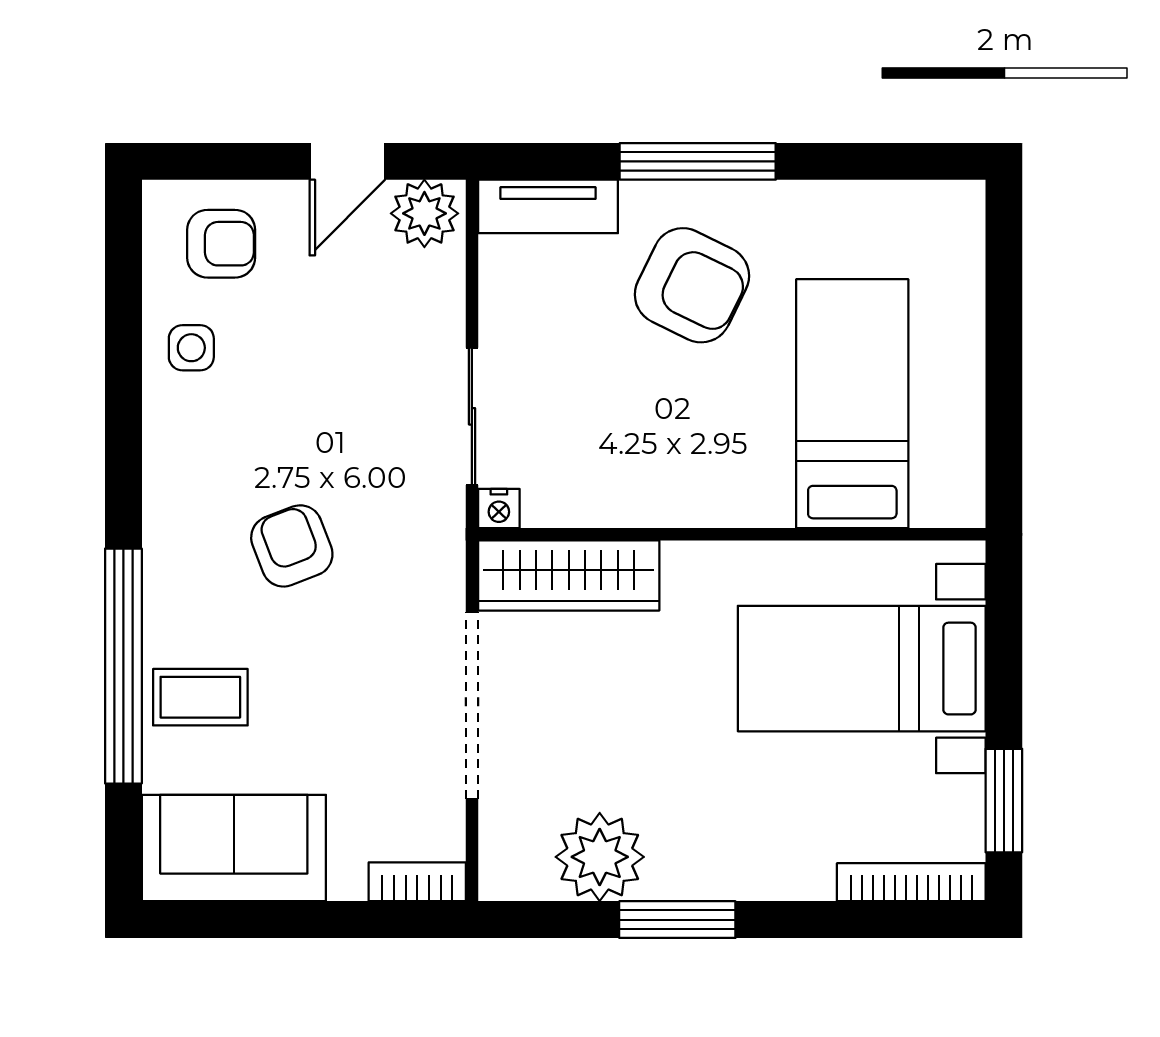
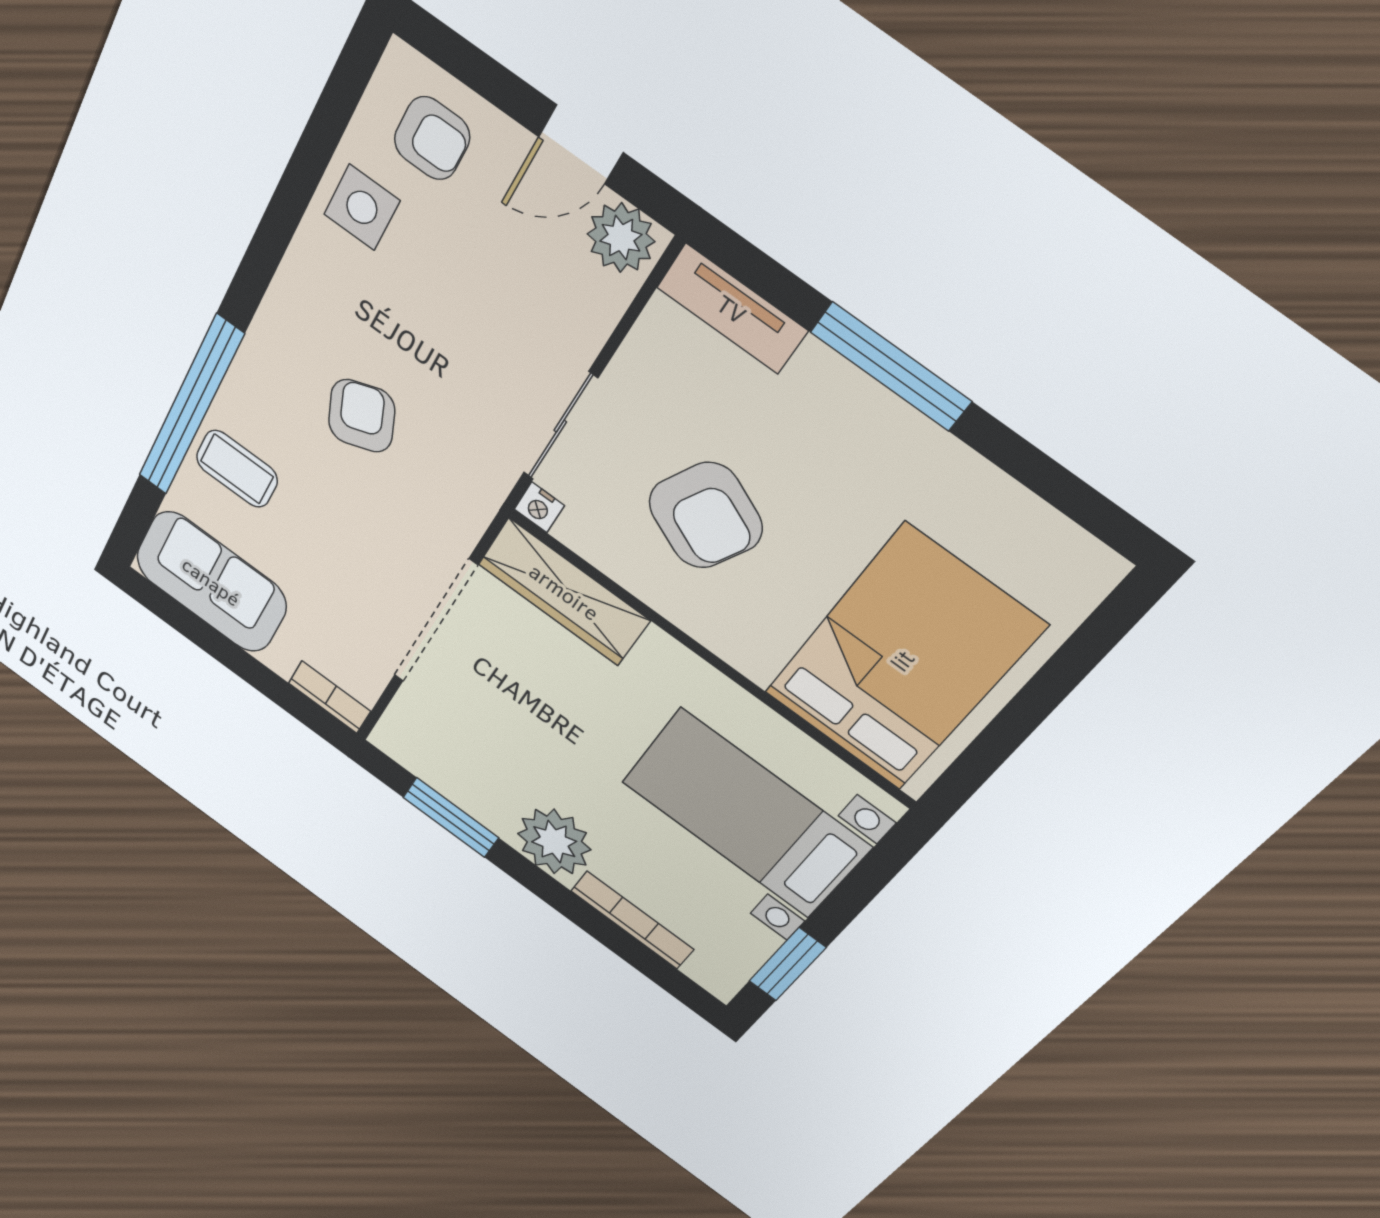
armchair: (692, 285) -> (705, 516), moved
side table: (191, 348) -> (362, 207), width x1.37, depth x1.37
bed: (852, 404) -> (902, 660), width x1.50
plant: (600, 857) -> (554, 842), moved
bookcase: (911, 882) -> (632, 920), moved
window: (677, 920) -> (451, 818), moved

